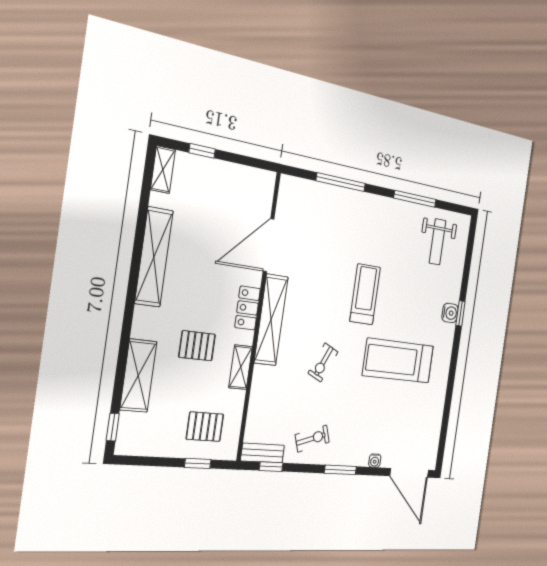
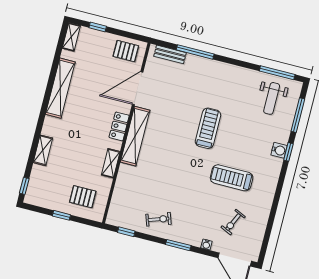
window: (415, 199) -> (277, 73), moved
window: (468, 261) -> (298, 115), added
pallet: (197, 346) -> (126, 51), moved
treadmill: (398, 361) -> (232, 178), width x0.73, depth x0.73
exercise bike: (323, 362) -> (233, 222), moved
shelving: (138, 376) -> (43, 150), width x0.67, depth x0.75
bench: (263, 453) -> (170, 54), moved
window: (198, 463) -> (61, 215), moved

